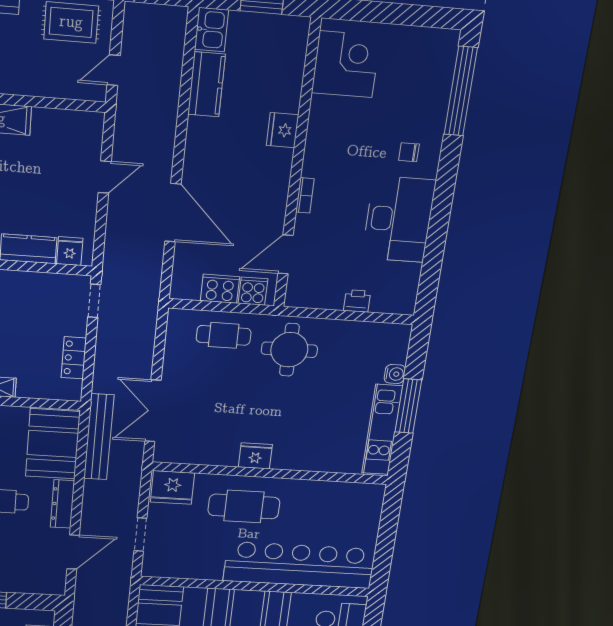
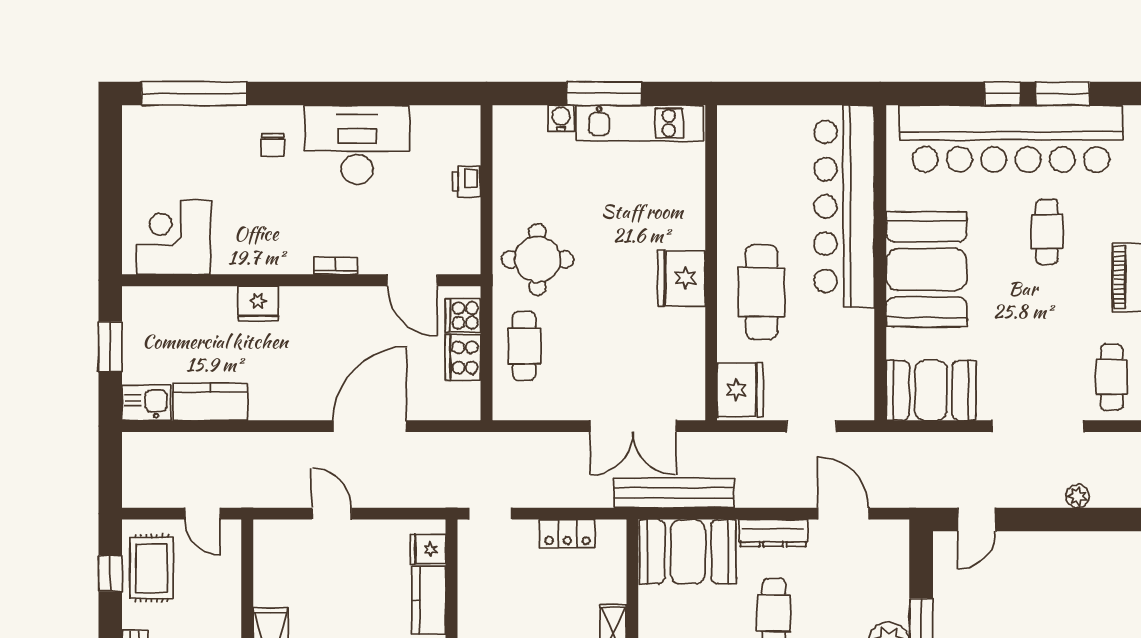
fridge: (255, 456) -> (682, 278), width x1.36, depth x1.34

